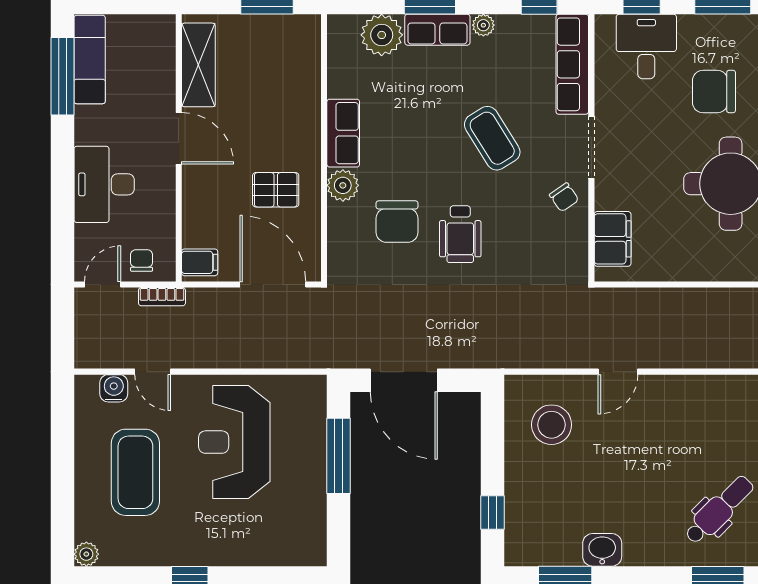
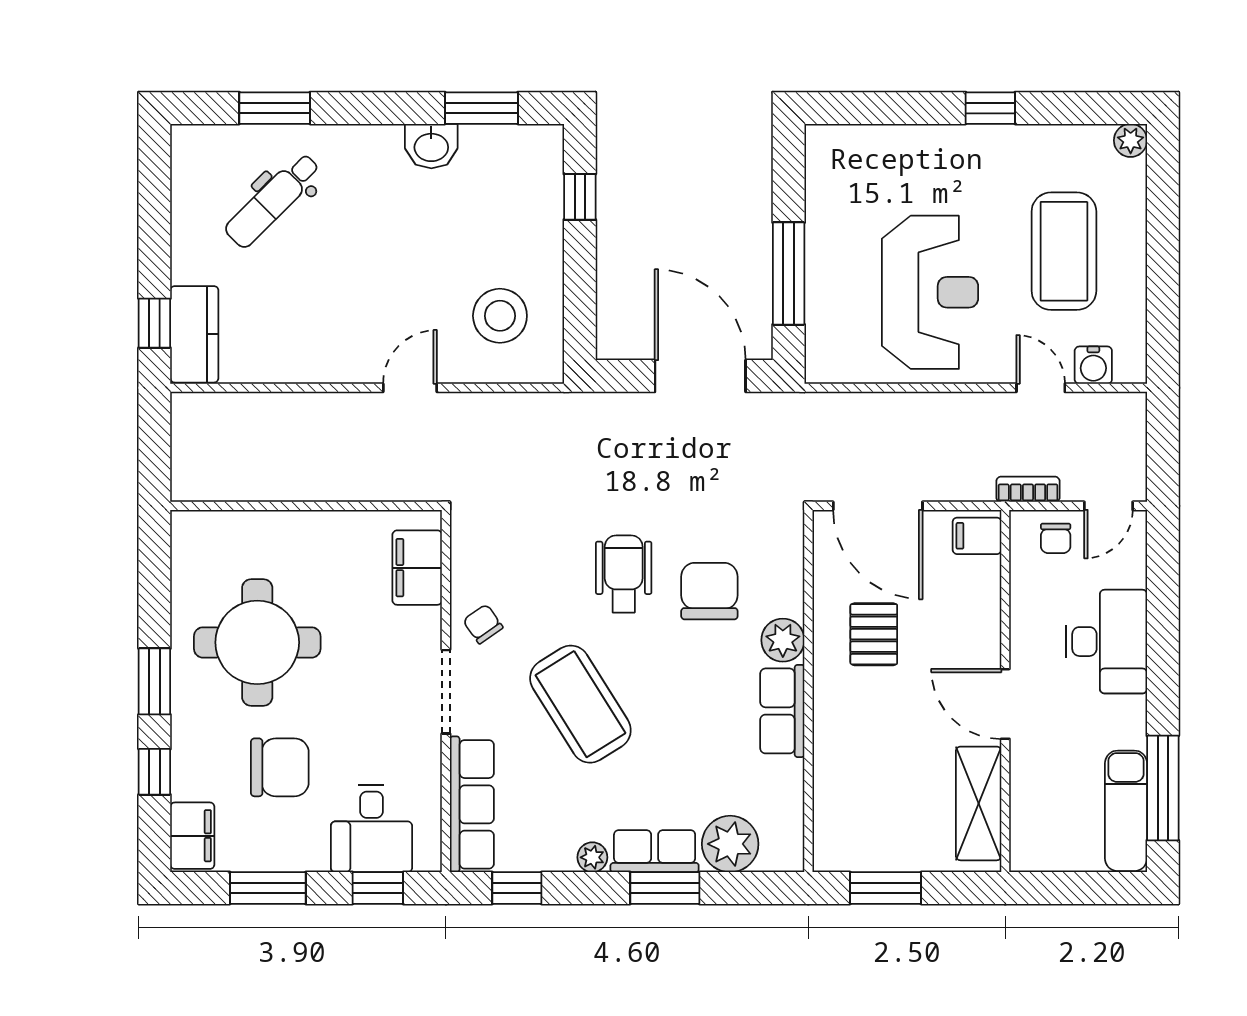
coffee table: (492, 138) -> (580, 704), width x1.36, depth x1.32
pallet: (276, 190) -> (874, 634), turned 90

